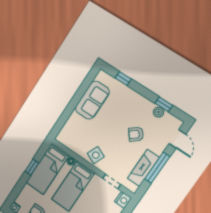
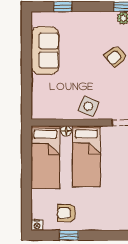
window: (32, 167) -> (27, 167), removed

